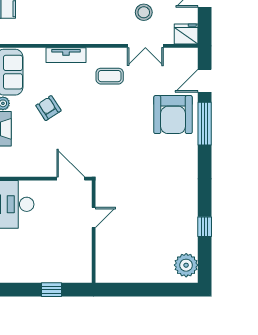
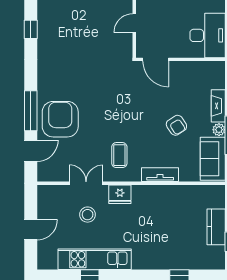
fridge: (186, 34) -> (120, 194), moved
coffee table: (110, 76) -> (119, 155), turned 90
window: (205, 227) -> (31, 29), moved

